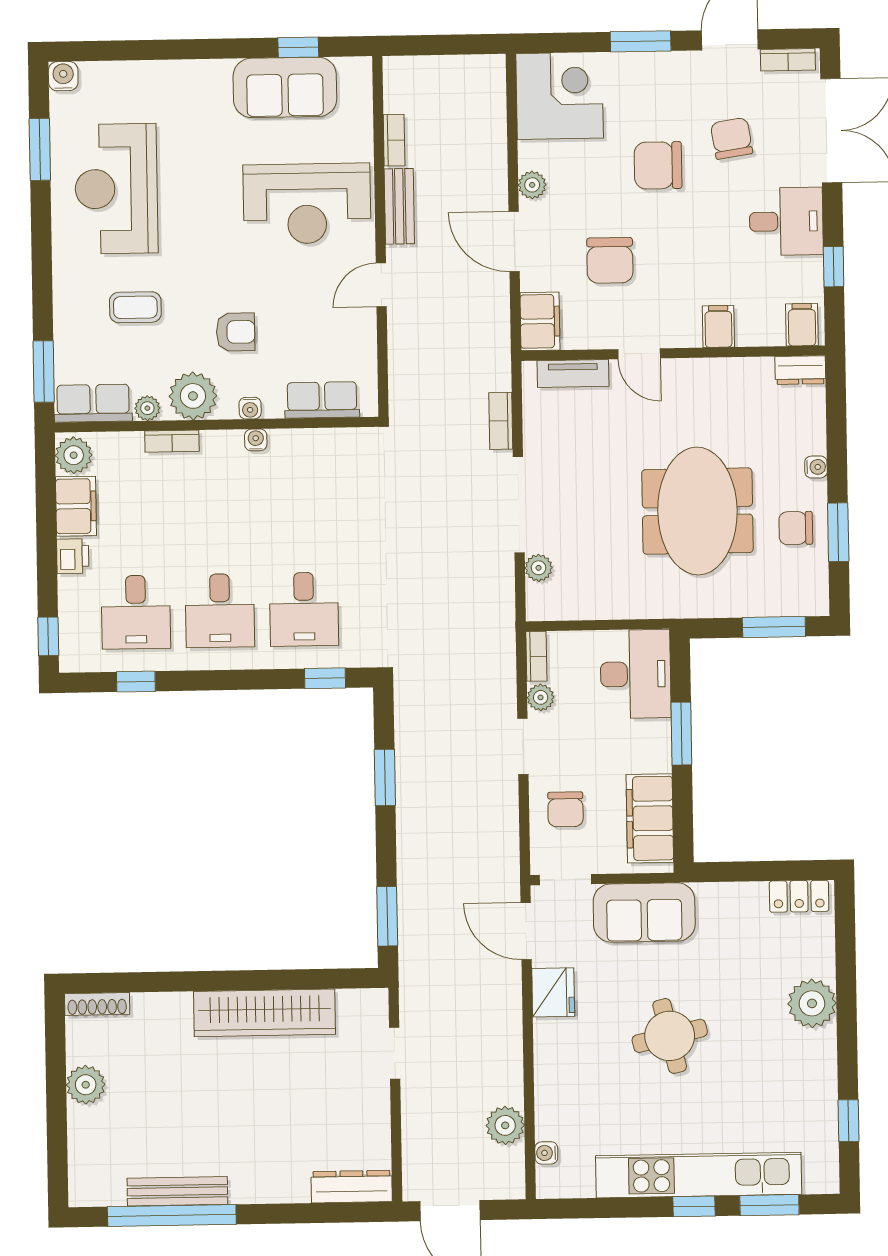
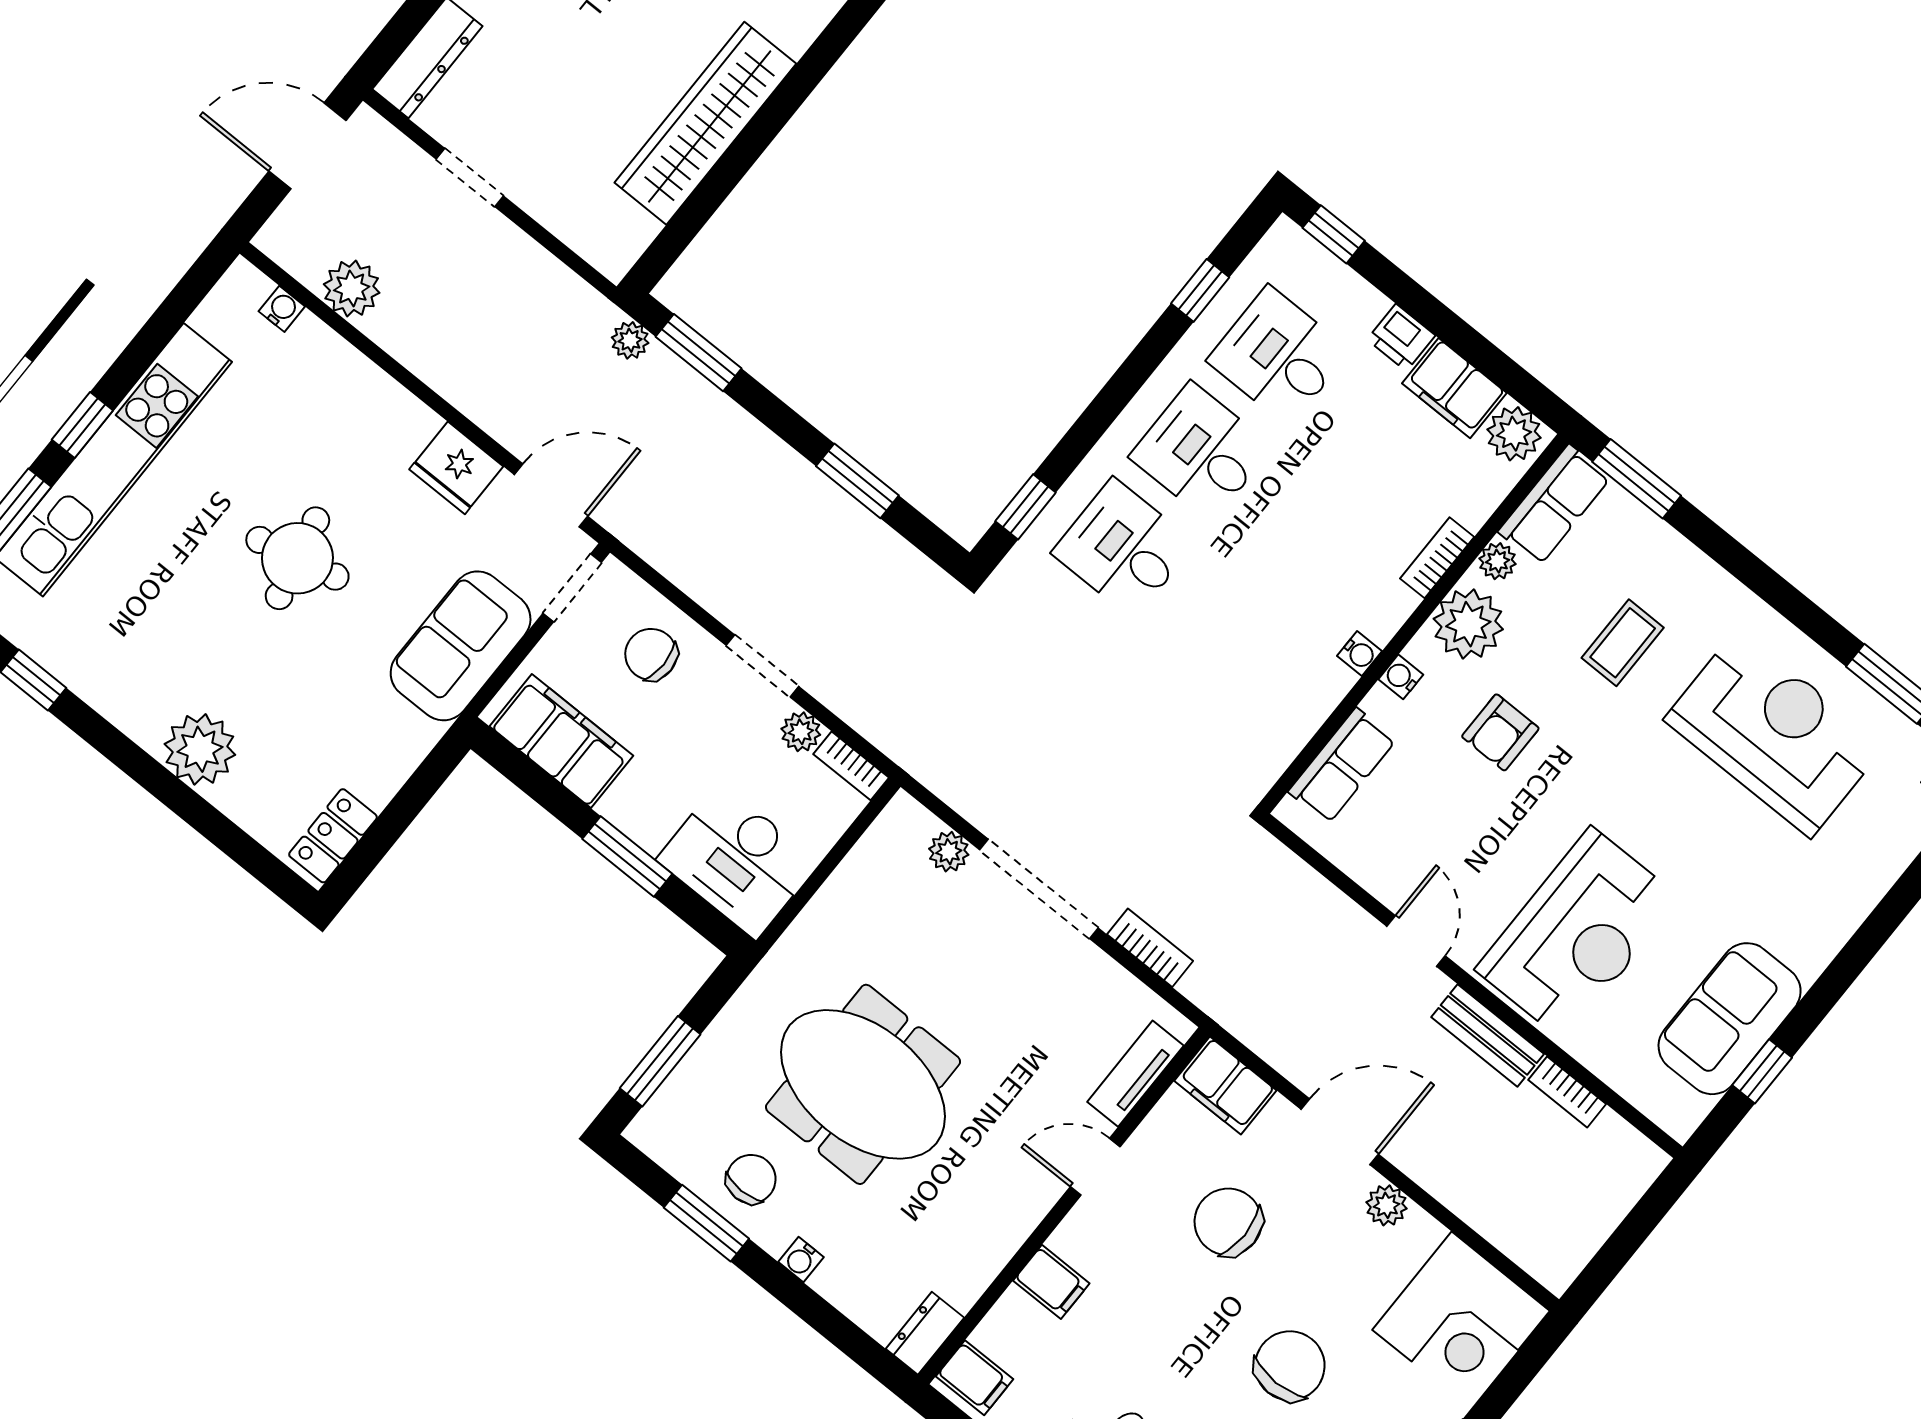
reception desk: (307, 204) -> (1578, 934), turned 180
plant: (411, 957) -> (630, 340), added
doorway: (395, 1053) -> (470, 177), moved

